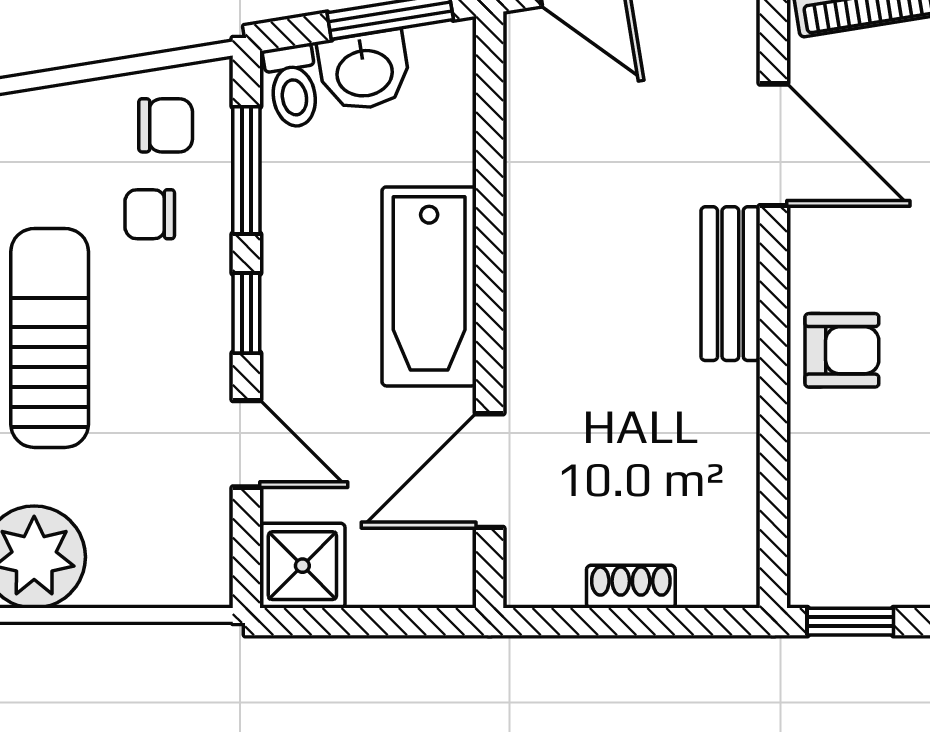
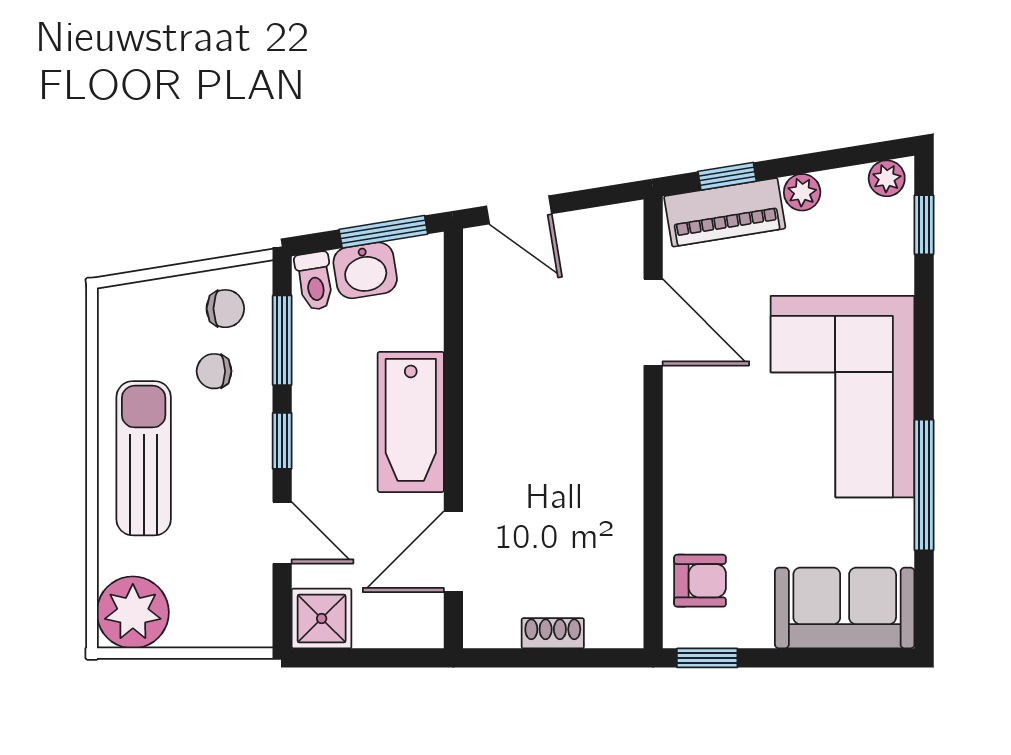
bench: (730, 284) -> (623, 420), removed
armchair: (842, 350) -> (700, 581), moved

